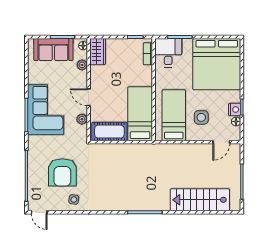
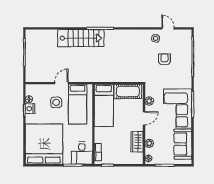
sofa: (53, 49) -> (183, 144), moved, turned -90
wardrobe: (98, 52) -> (137, 142), moved
door: (89, 97) -> (144, 118), hinge flipped
door: (221, 142) -> (61, 83), moved
armchair: (62, 172) -> (165, 59), width x0.53, depth x0.53
stairs: (200, 200) -> (81, 38), moved
door: (39, 212) -> (168, 28), moved

